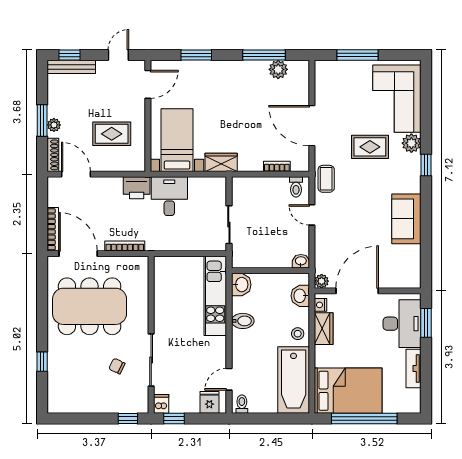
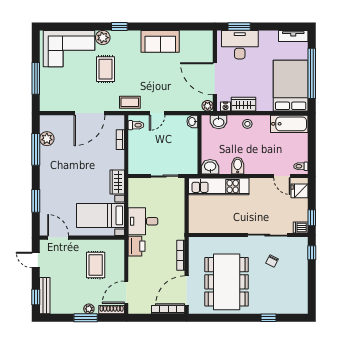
tv unit: (414, 368) -> (293, 36), moved
bathtub: (294, 380) -> (289, 124), width x0.73, depth x0.73

